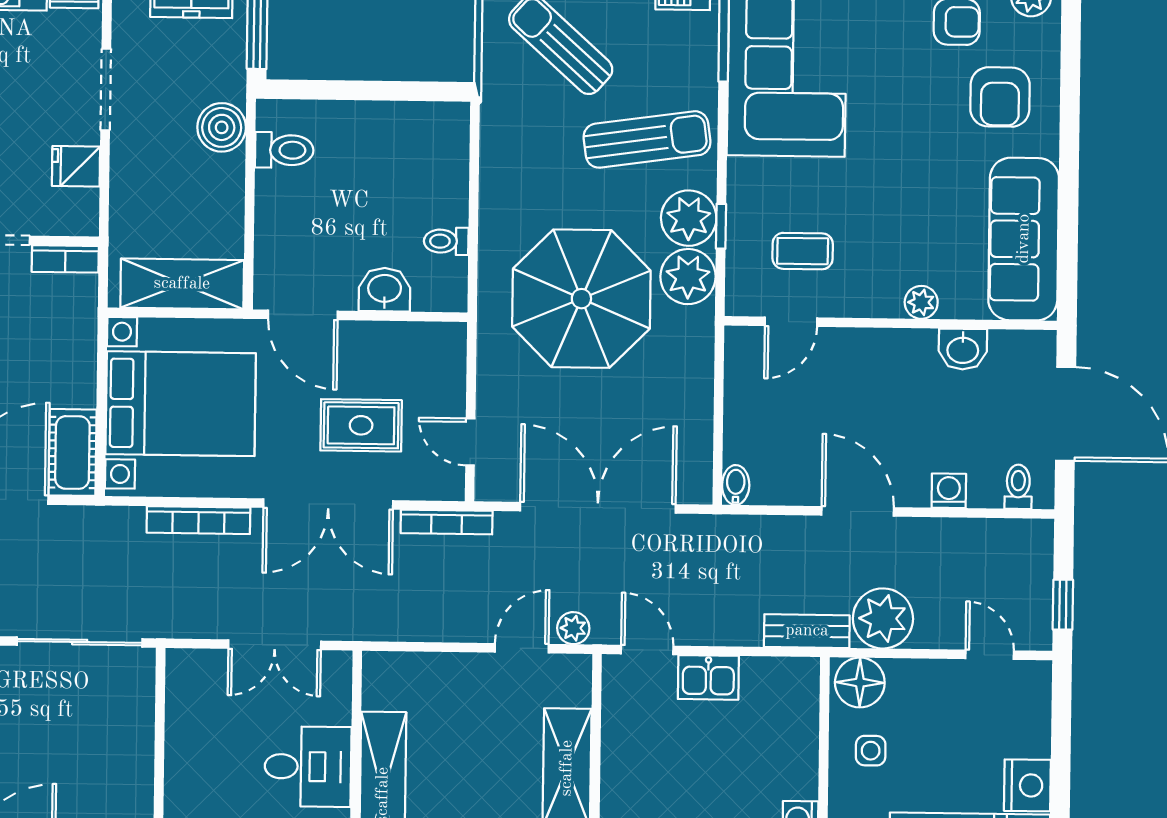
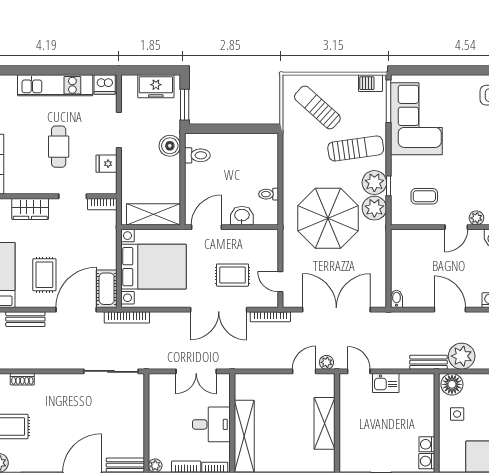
door: (303, 315) -> (206, 227), swing flipped
door: (791, 322) -> (456, 227), moved
bookcase: (198, 520) -> (127, 317), moved

